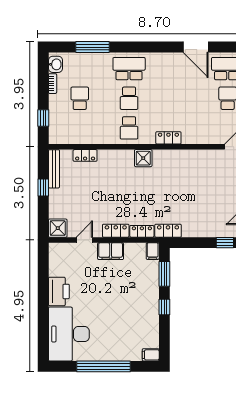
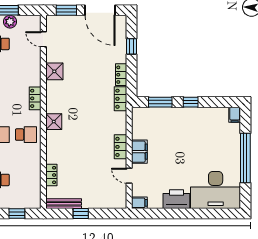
shower: (58, 228) -> (54, 71), moved
locker: (142, 231) -> (121, 75), moved
filing cabinet: (153, 251) -> (139, 203), moved

